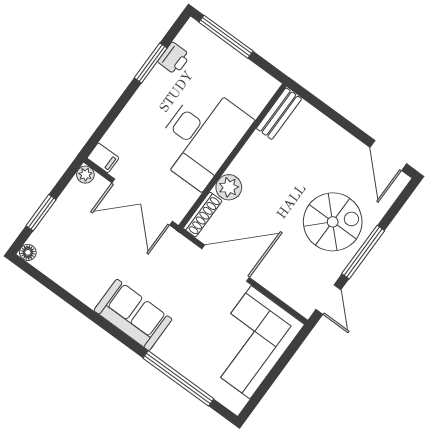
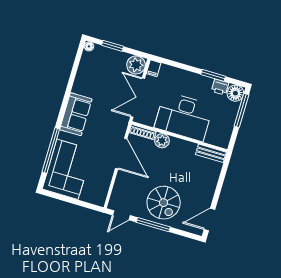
floor lamp: (194, 37) -> (235, 93), added
plant: (85, 175) -> (136, 65), width x1.87, depth x1.87
corner sofa: (251, 342) -> (67, 169), moved, turned 90

